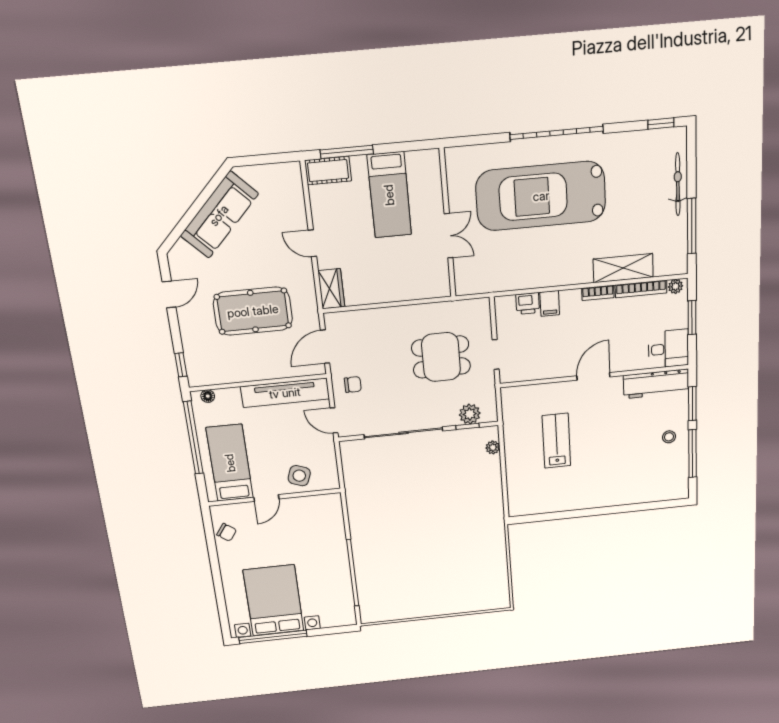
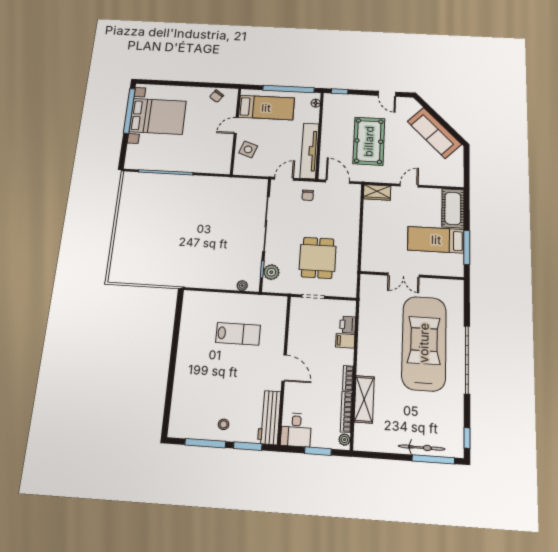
window: (347, 152) -> (467, 247), moved
cot: (328, 171) -> (453, 208), width x1.37, depth x1.34
window: (692, 226) -> (433, 459), moved
door: (266, 498) -> (236, 126), hinge flipped

